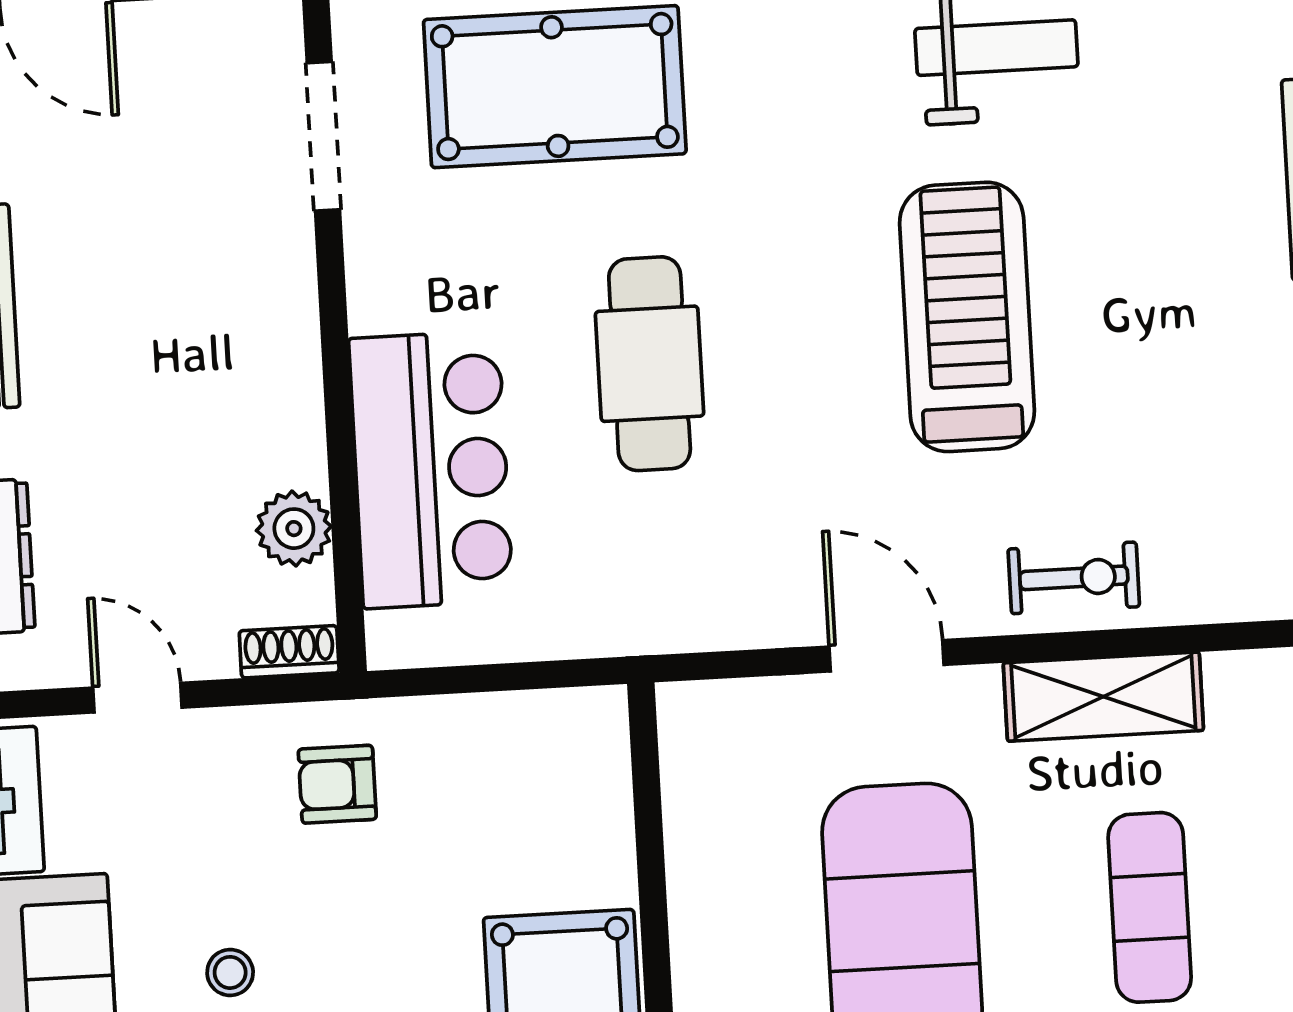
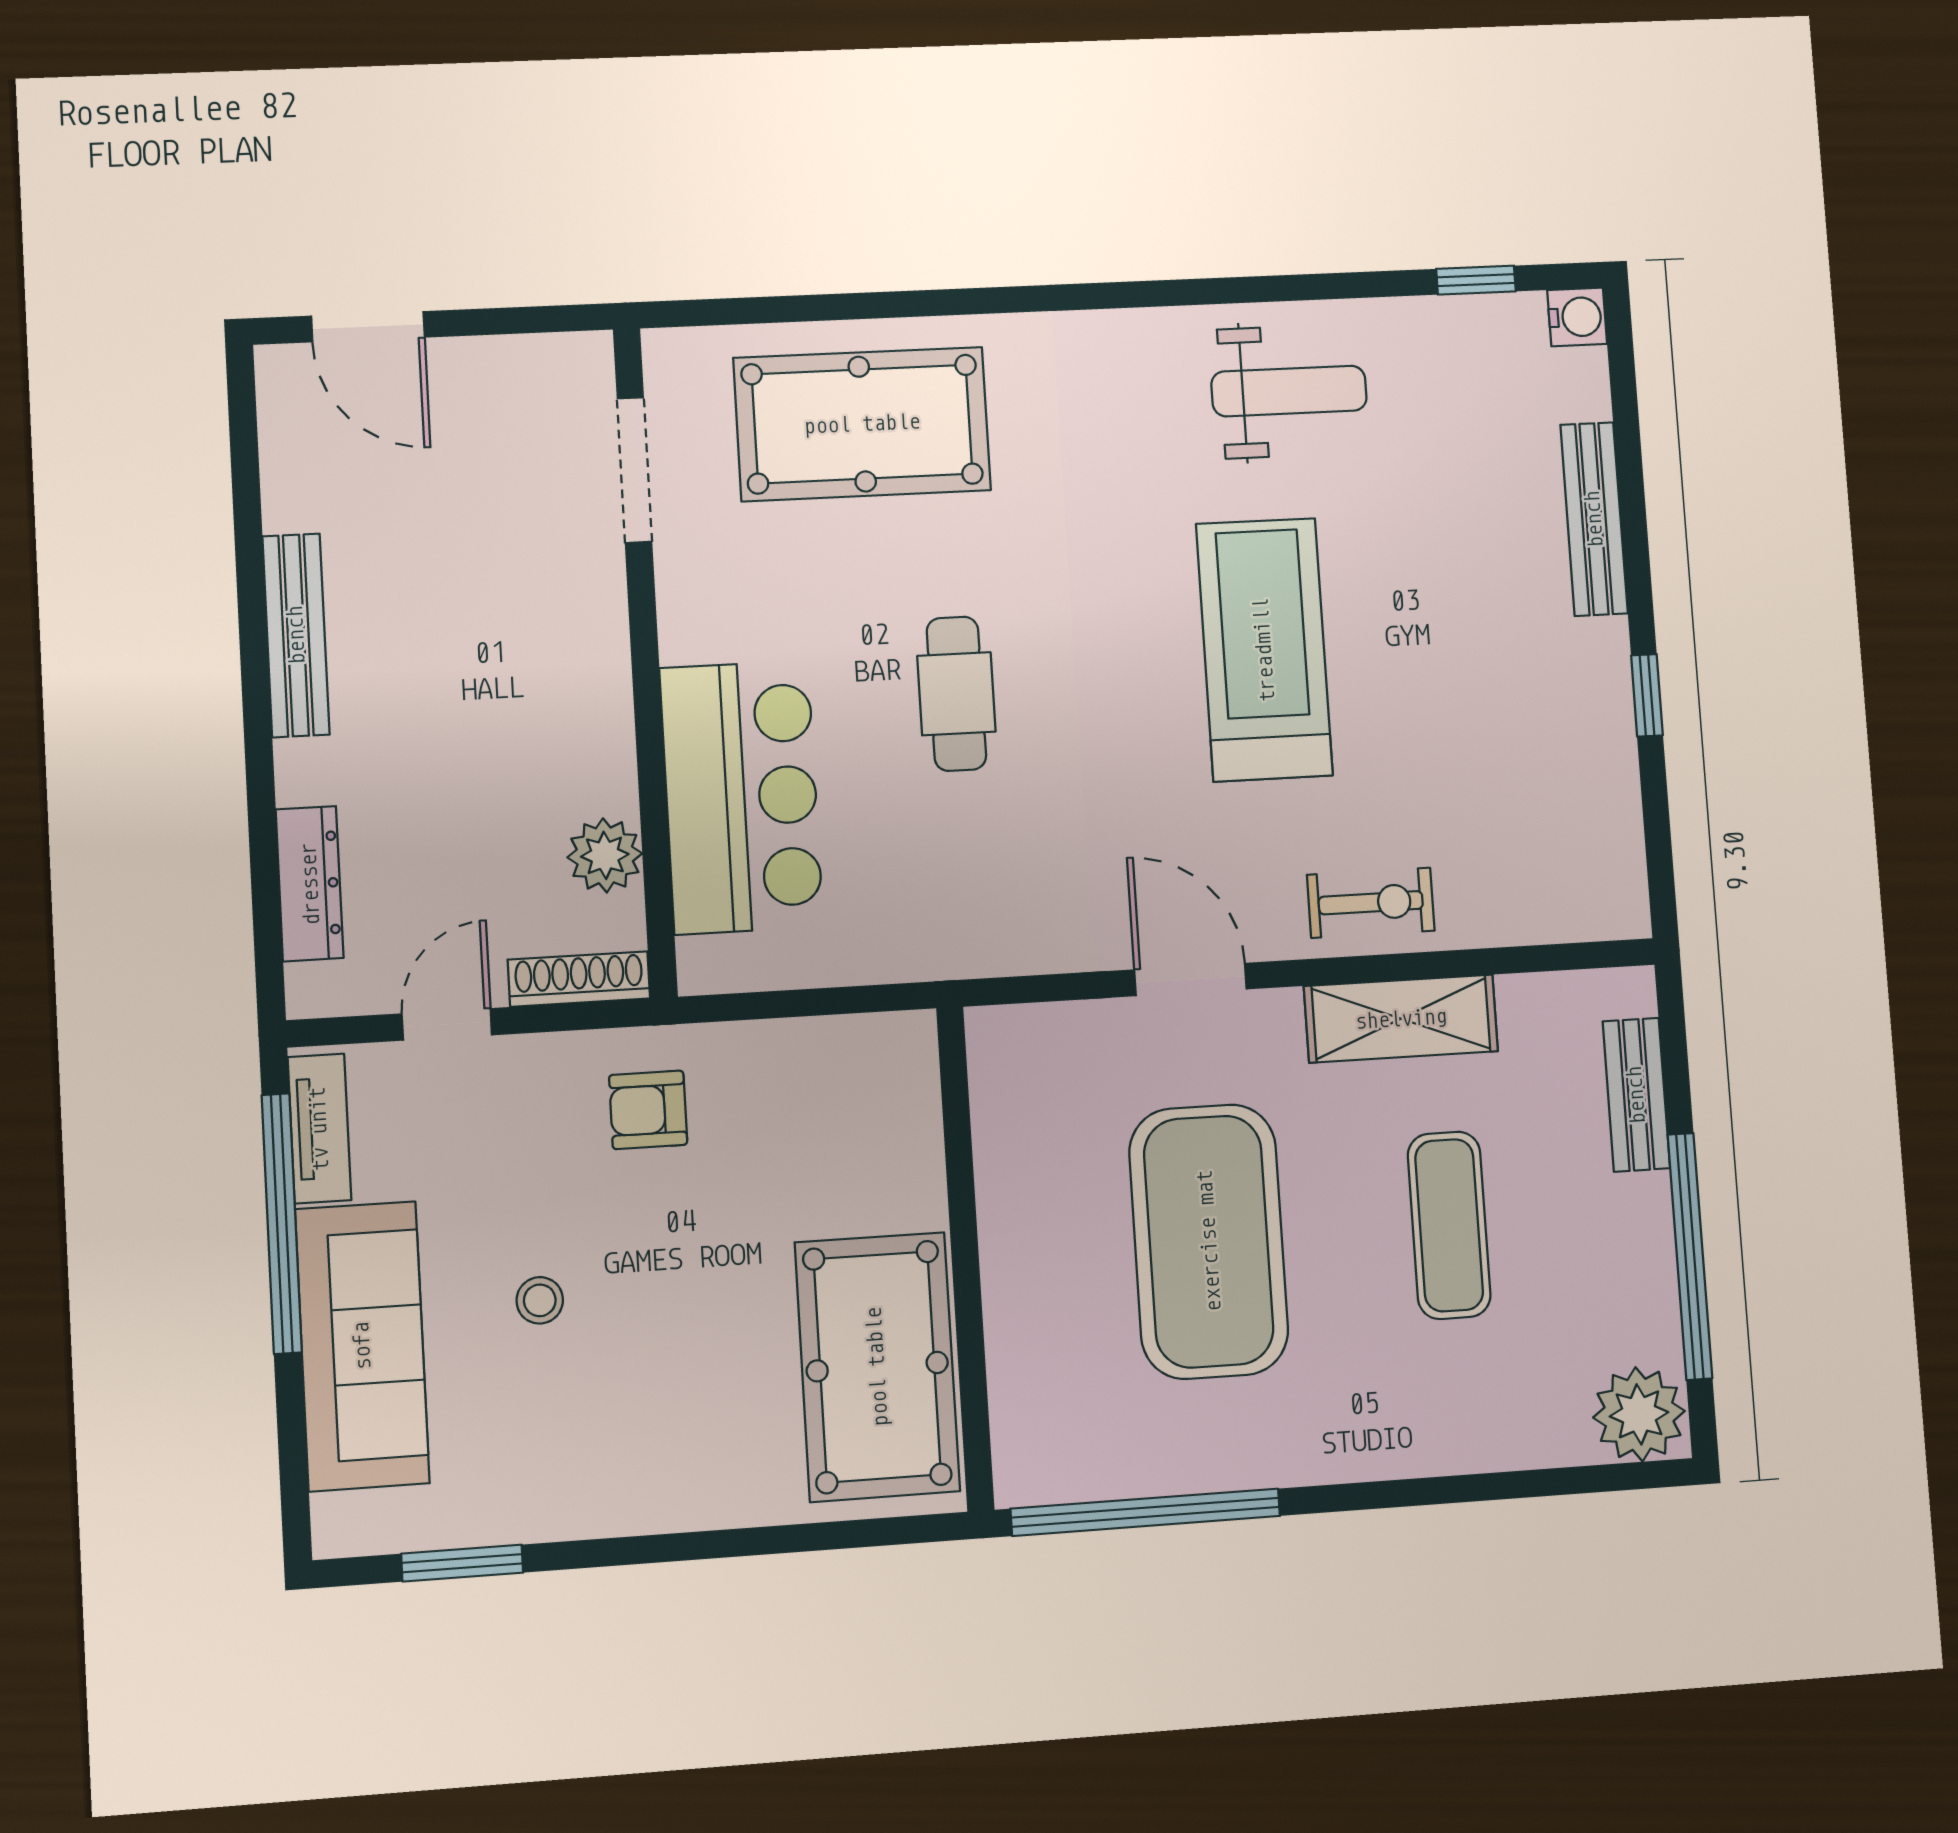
cafe table: (650, 364) -> (956, 694), width x0.73, depth x0.74
shoe rack: (289, 652) -> (579, 979), width x1.43
door: (137, 698) -> (447, 1024), hinge flipped

